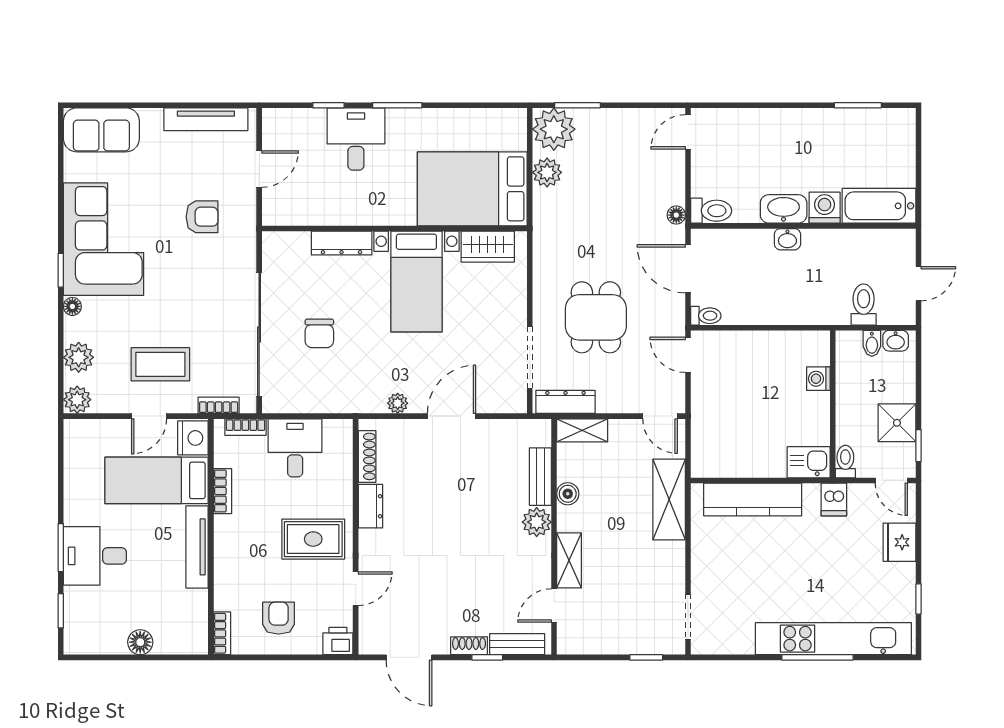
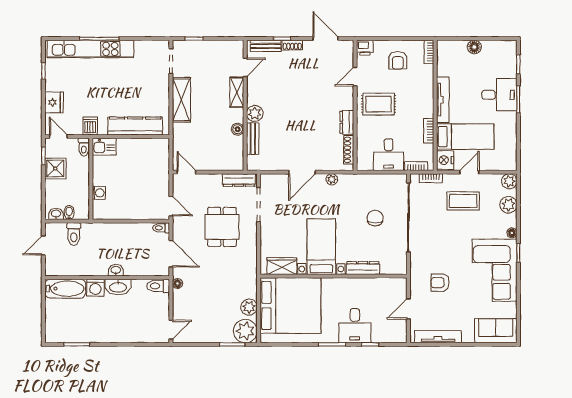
bed: (472, 189) -> (290, 306), width x1.36
shelving: (582, 430) -> (230, 164), removed
shelving: (669, 500) -> (181, 100), moved

